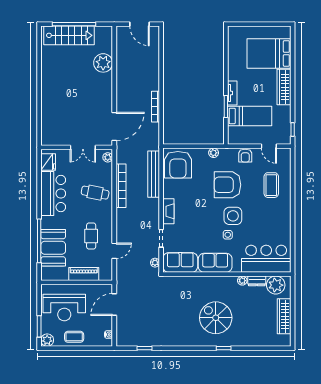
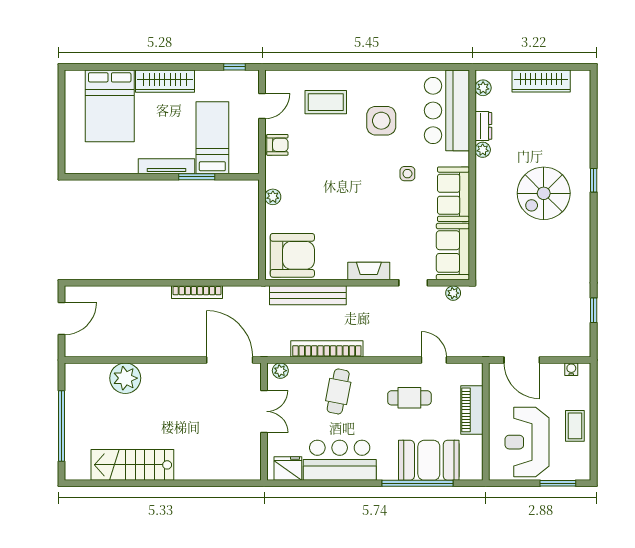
stairs: (69, 35) -> (132, 465), moved, turned -90
tv unit: (232, 93) -> (166, 166), width x1.41
armchair: (227, 185) -> (325, 174), removed
side table: (233, 216) -> (381, 121), moved
plant: (276, 285) -> (483, 88), width x0.53, depth x0.53
reception desk: (64, 308) -> (527, 442), turned 180
plant: (47, 340) -> (580, 470), removed

